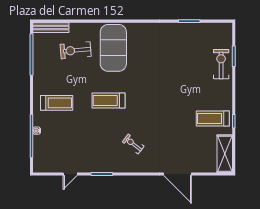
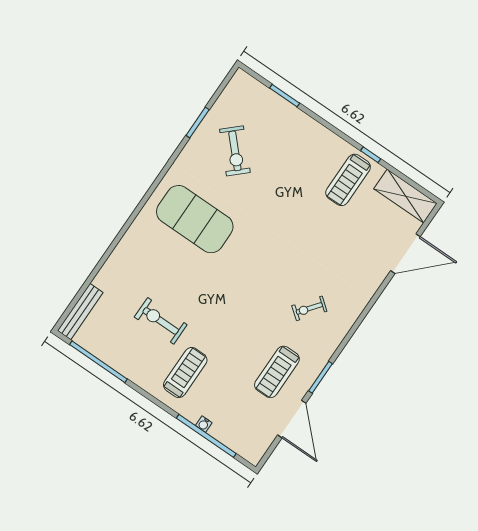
exercise mat: (113, 48) -> (195, 219), moved
exercise bike: (76, 50) -> (161, 321), moved, turned 95
exercise bike: (221, 64) -> (235, 151), moved, turned -133
treadmill: (109, 100) -> (277, 372), moved
door: (70, 174) -> (292, 419), width x1.88
door: (178, 174) -> (405, 254), moved

